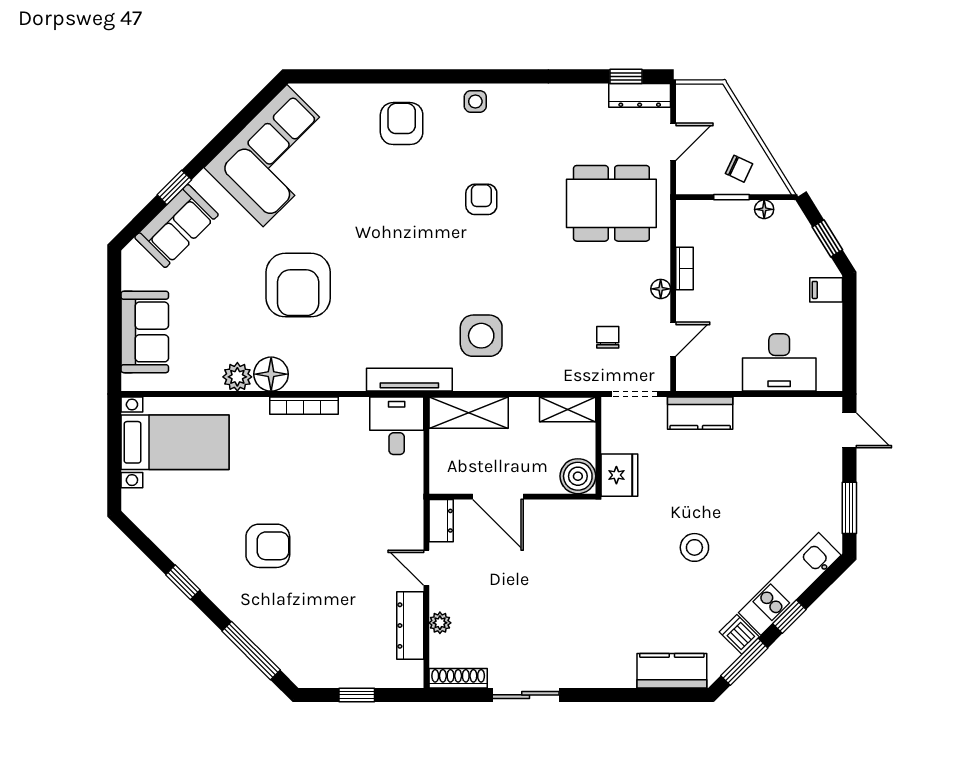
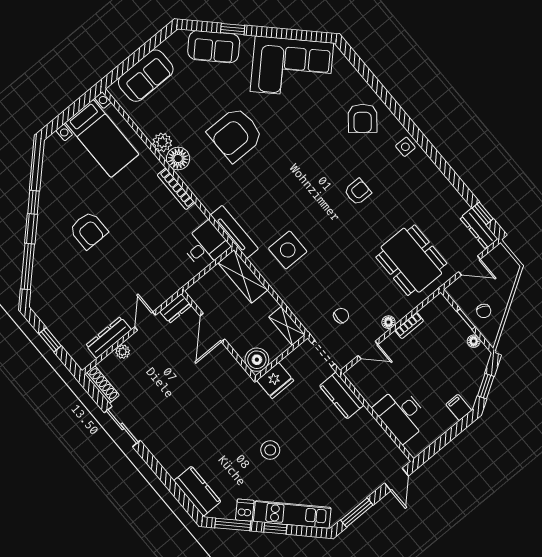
armchair: (402, 124) -> (363, 118), turned 129

